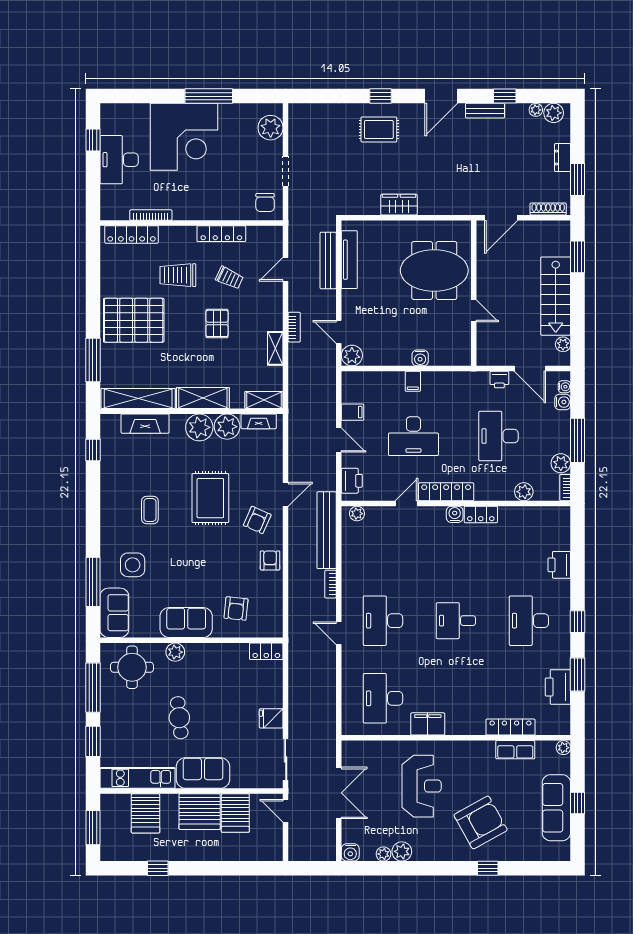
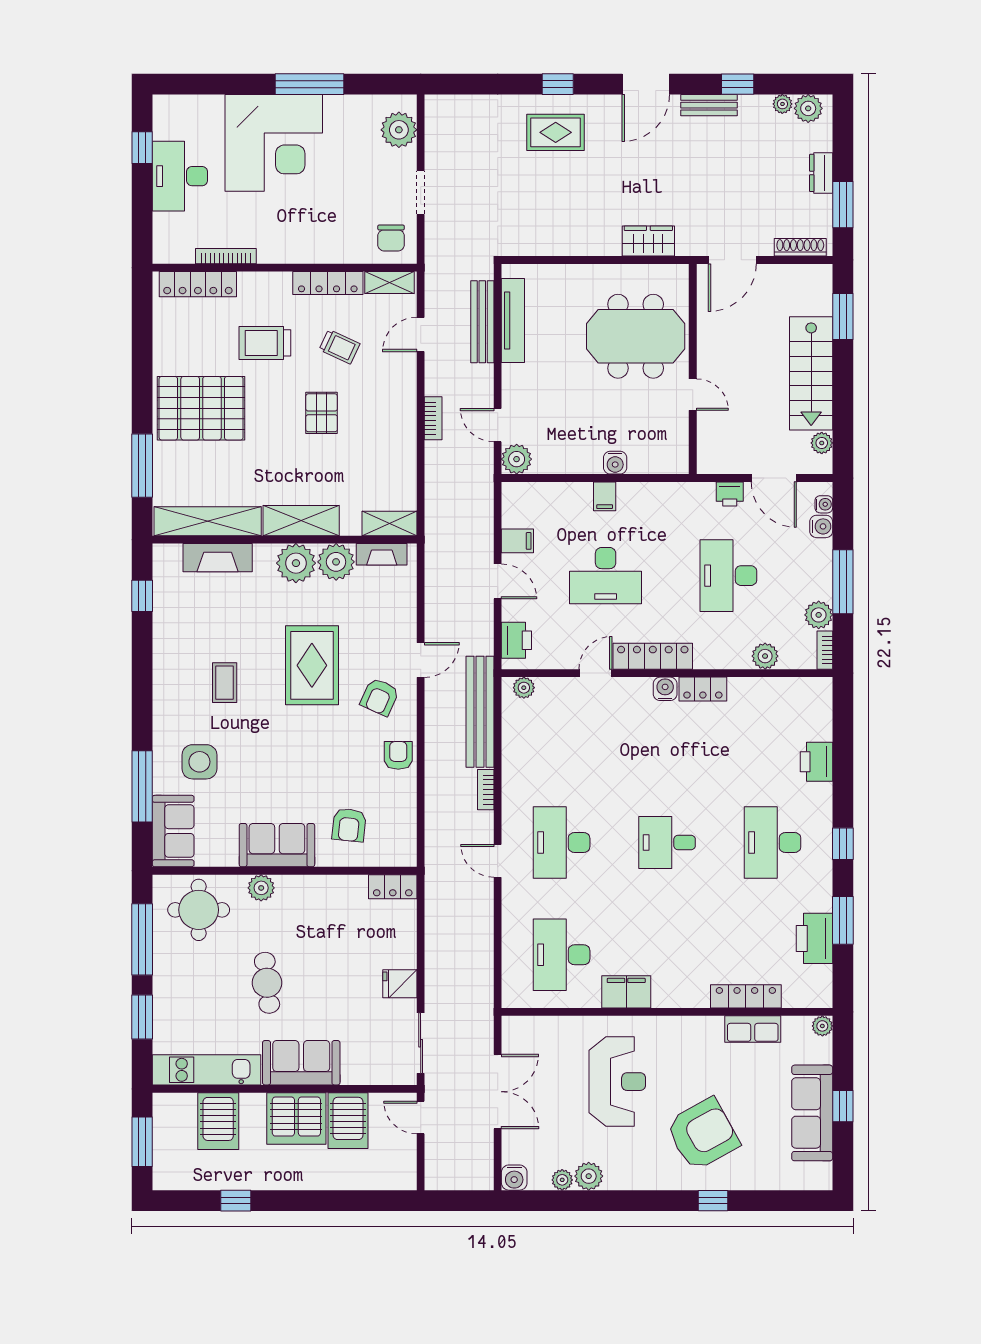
wardrobe: (399, 205) -> (648, 241), moved
shelving: (275, 348) -> (389, 283), moved, turned 90

